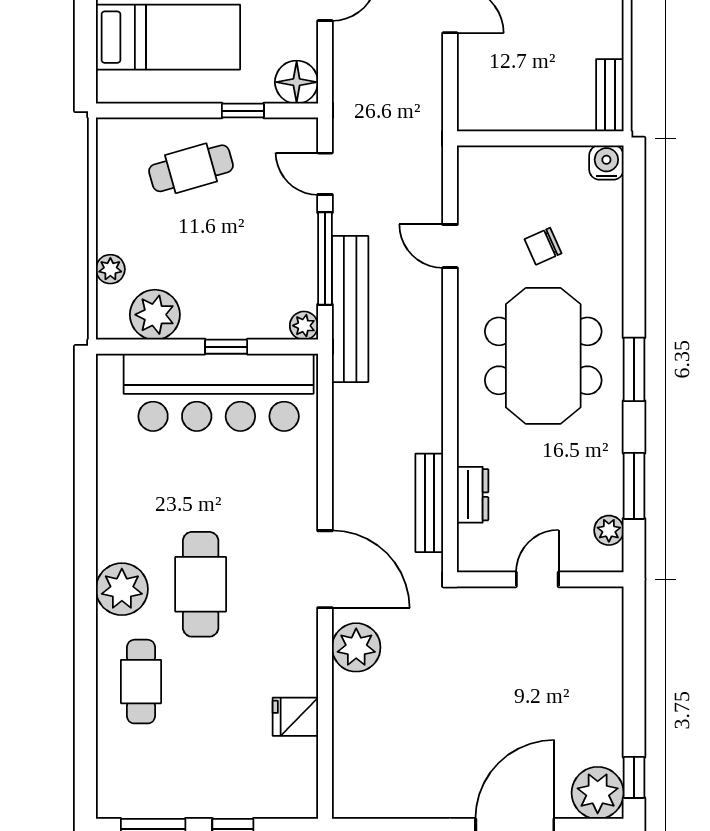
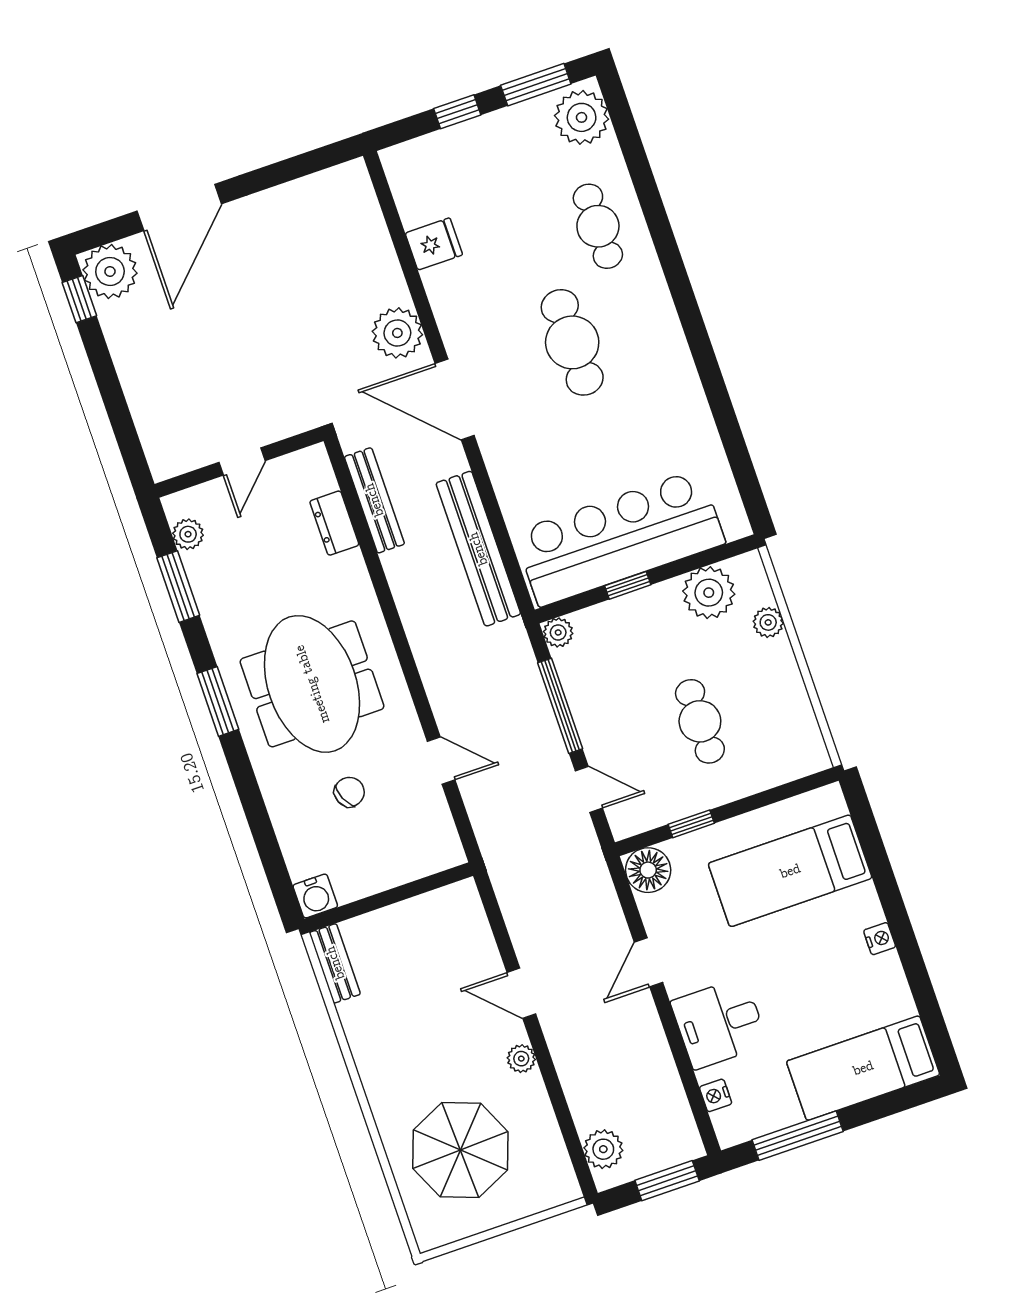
cafe table: (191, 168) -> (700, 721), moved, turned -74
bench: (350, 309) -> (478, 549), moved
plant: (122, 589) -> (582, 117), moved

